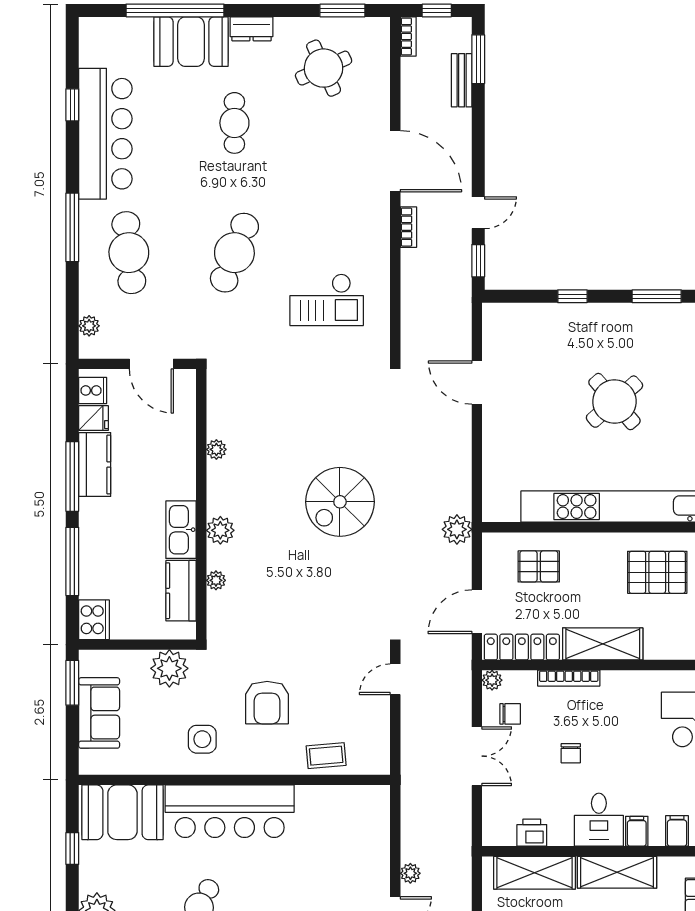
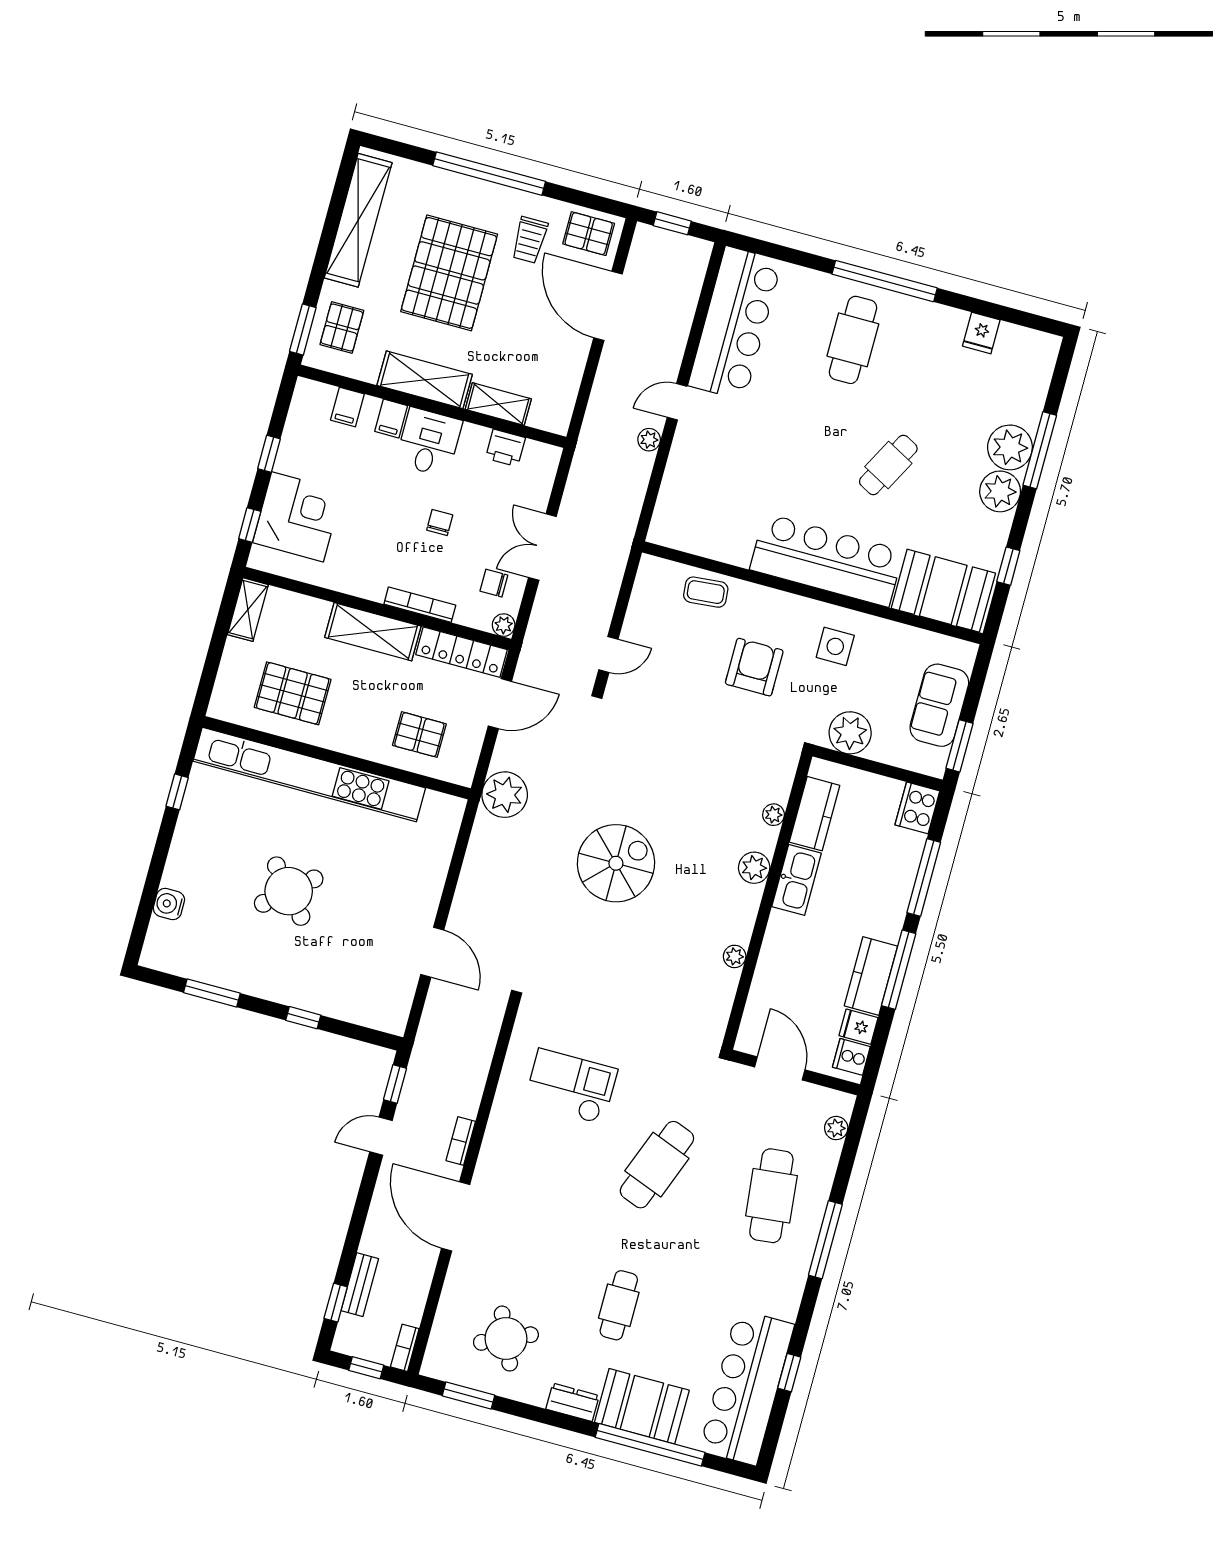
window: (478, 59) -> (336, 1303), width x0.67
bar counter: (105, 134) -> (747, 1387), moved
plant: (457, 529) -> (505, 795), width x1.36, depth x1.36
shelving: (534, 873) -> (498, 404), width x0.67, depth x0.75

